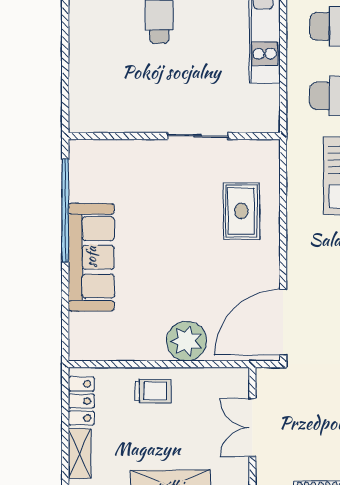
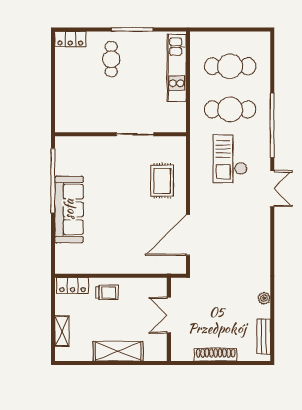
door: (283, 322) -> (188, 235), moved
plant: (187, 341) -> (128, 261), removed
locker: (81, 401) -> (73, 286), moved, turned 90

